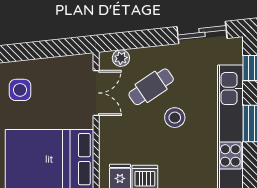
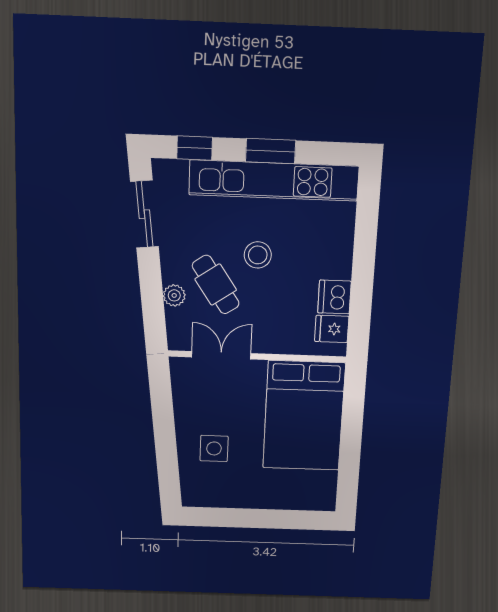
plant: (121, 58) -> (174, 295), moved

